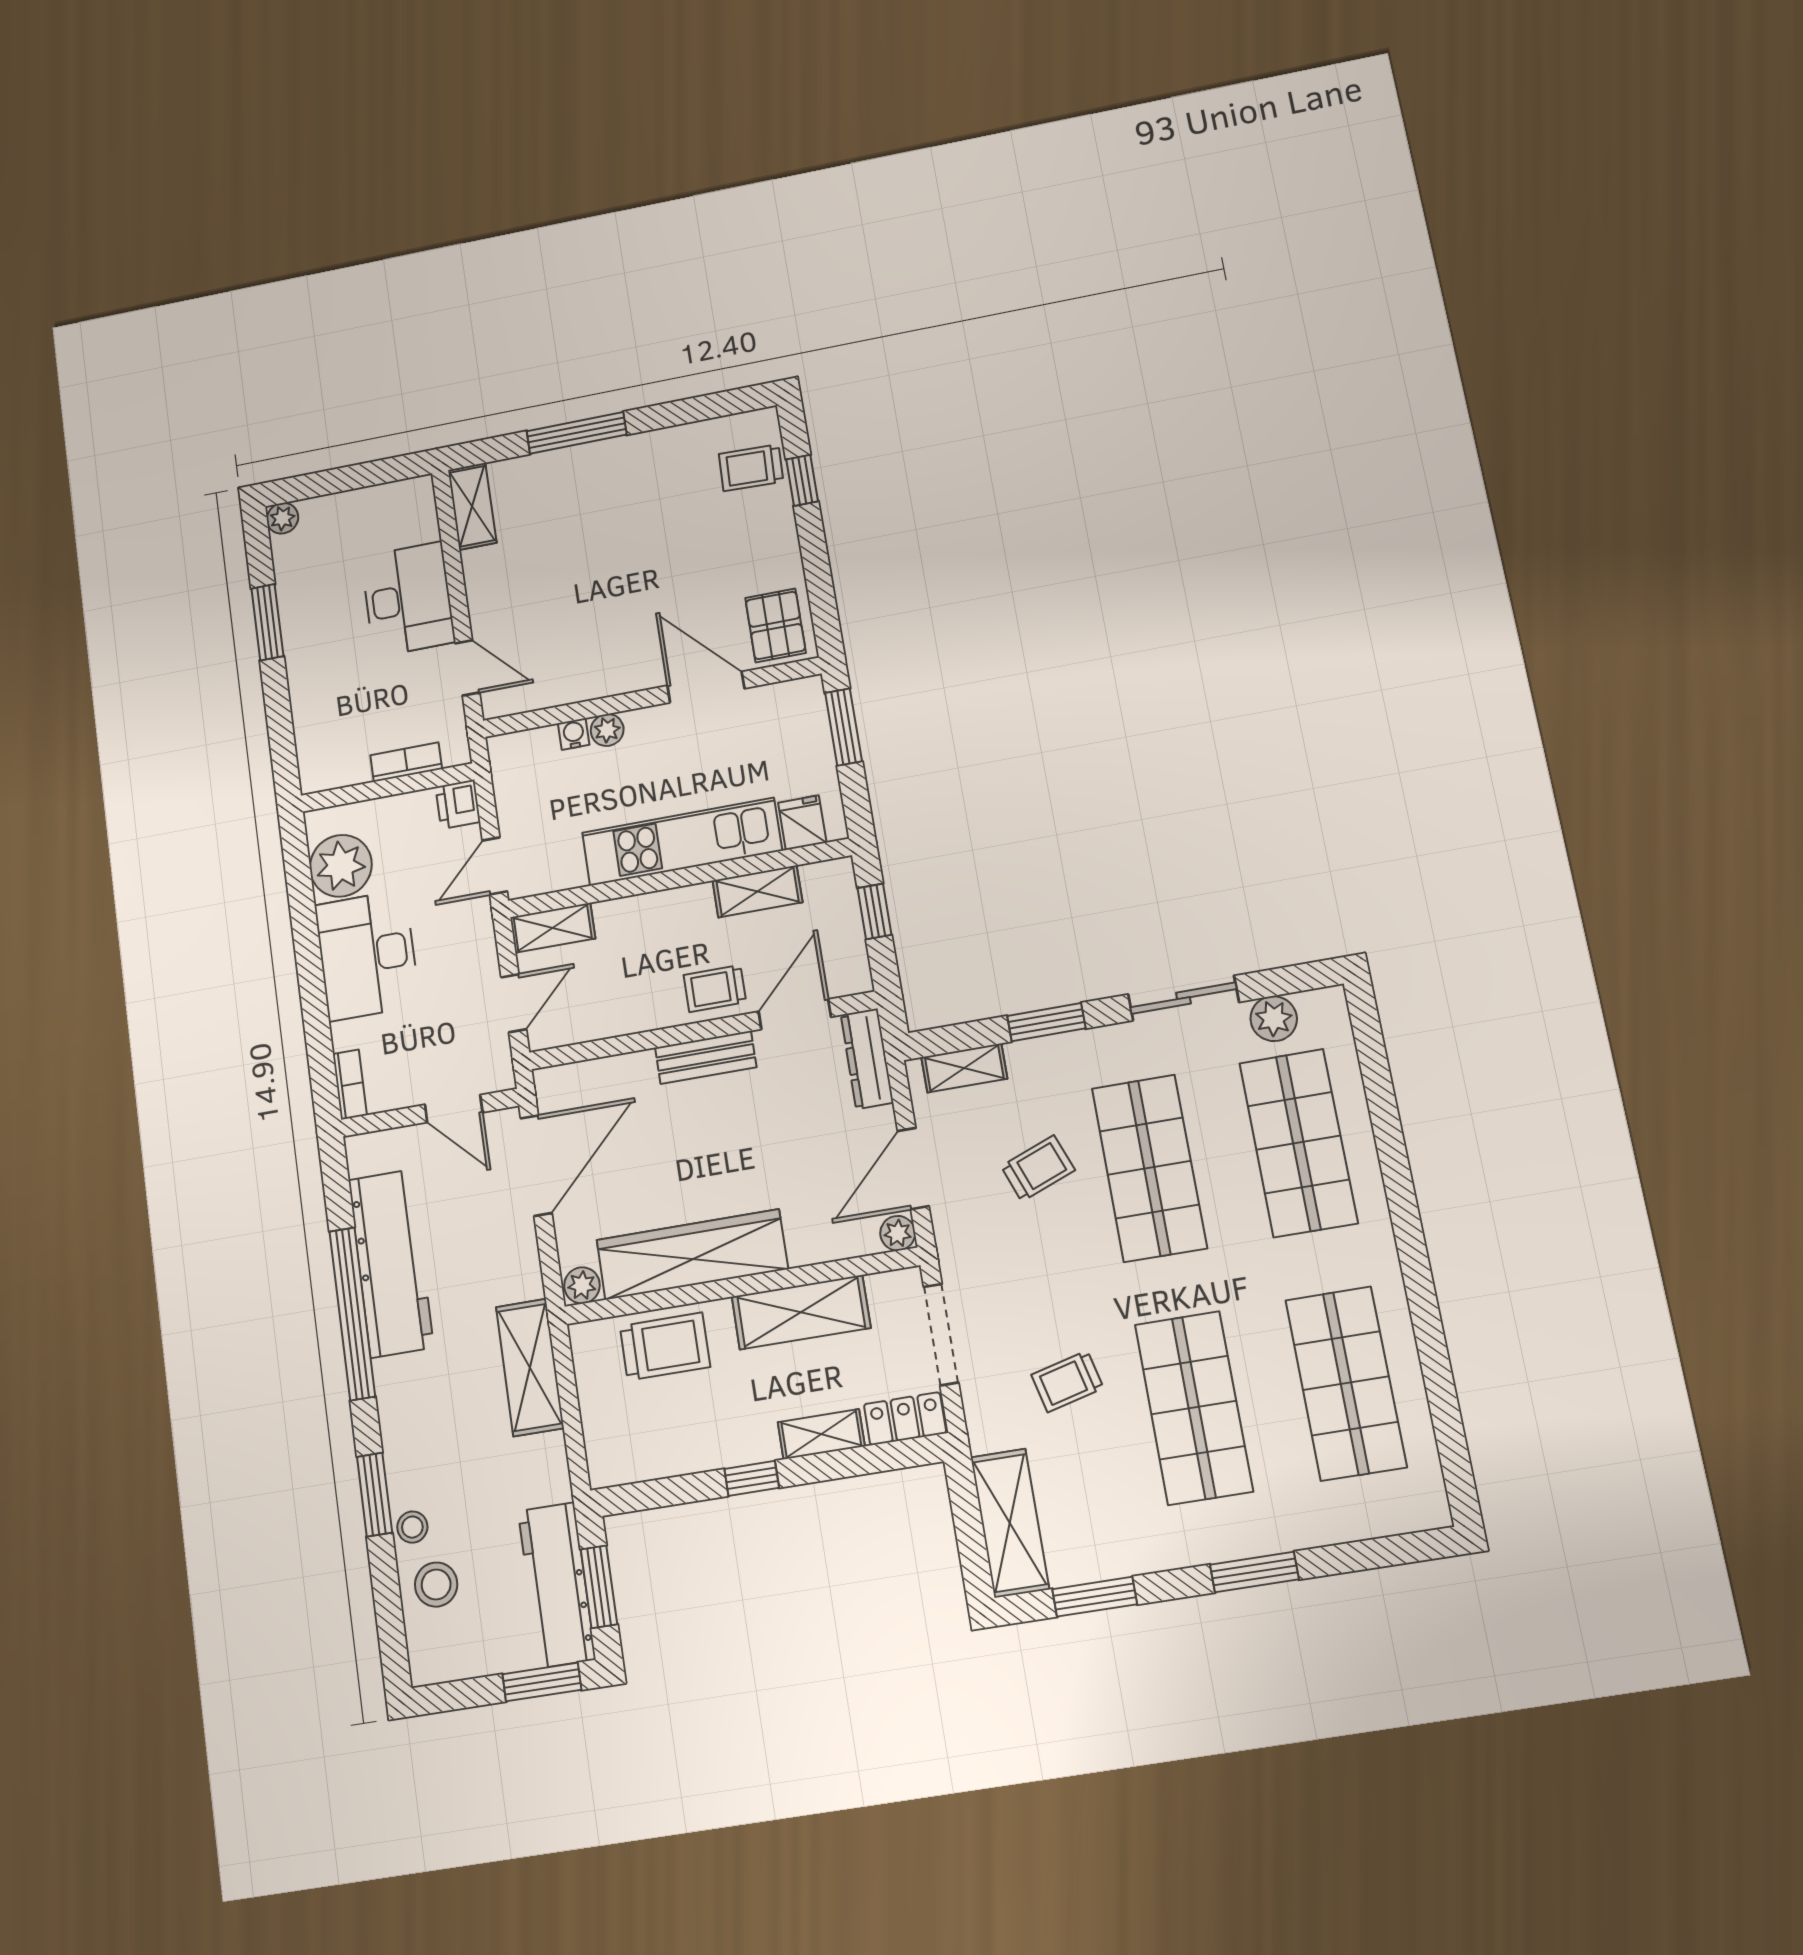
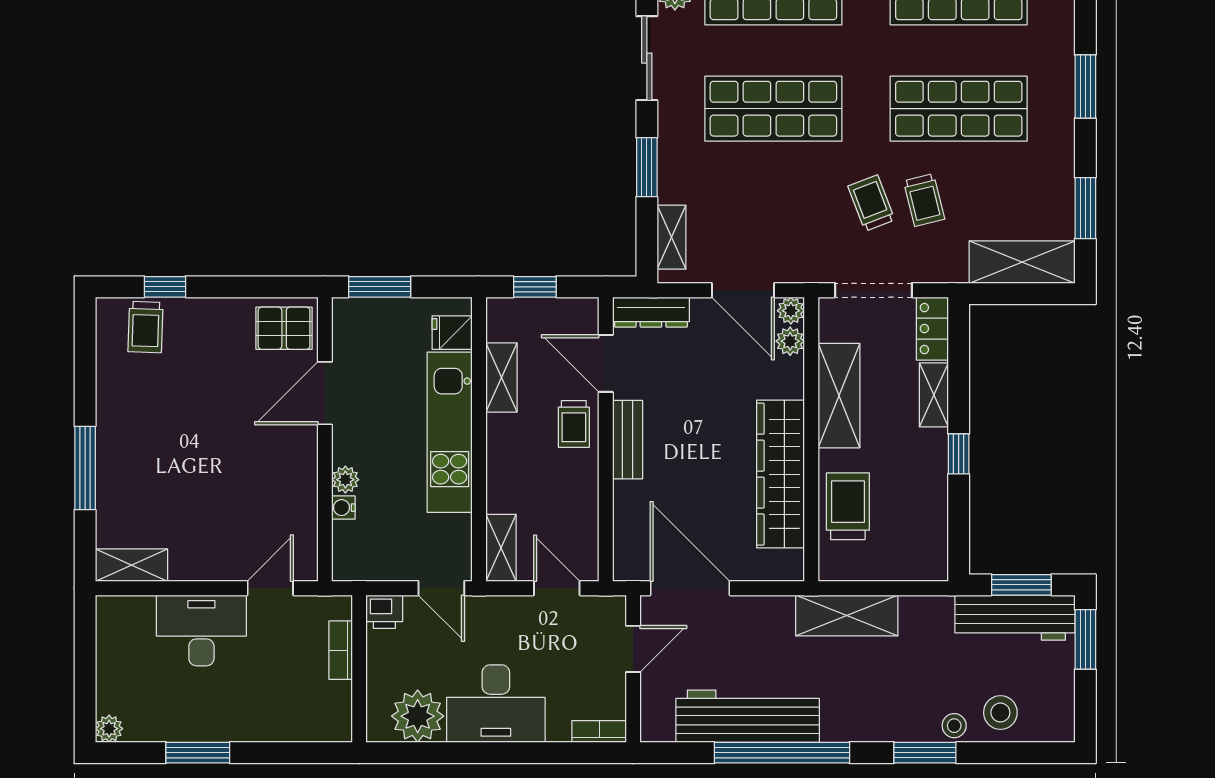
trolley: (1038, 1168) -> (871, 203), moved
plant: (582, 1285) -> (790, 341), moved

